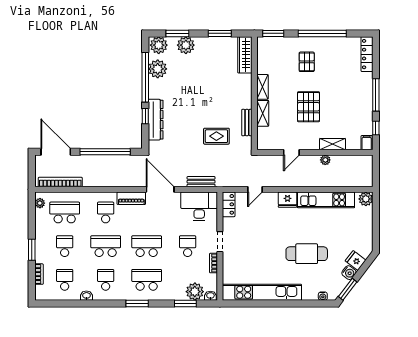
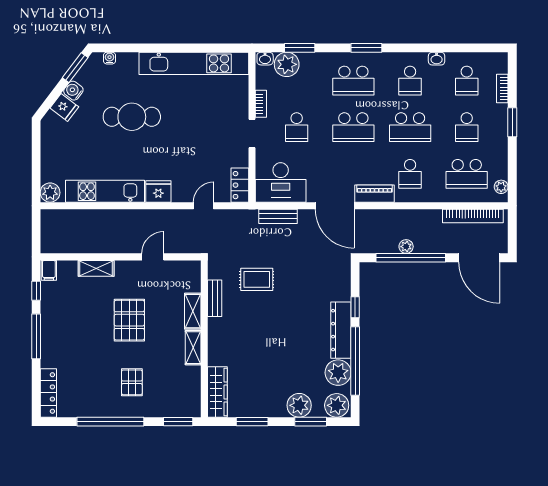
dresser: (156, 120) -> (341, 330), moved
plant: (325, 160) -> (406, 247), moved

